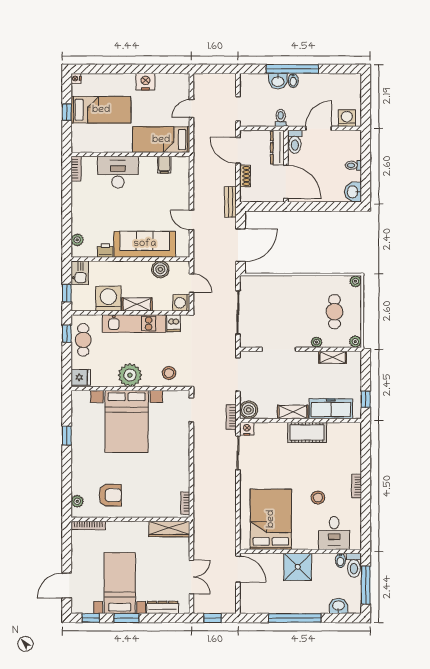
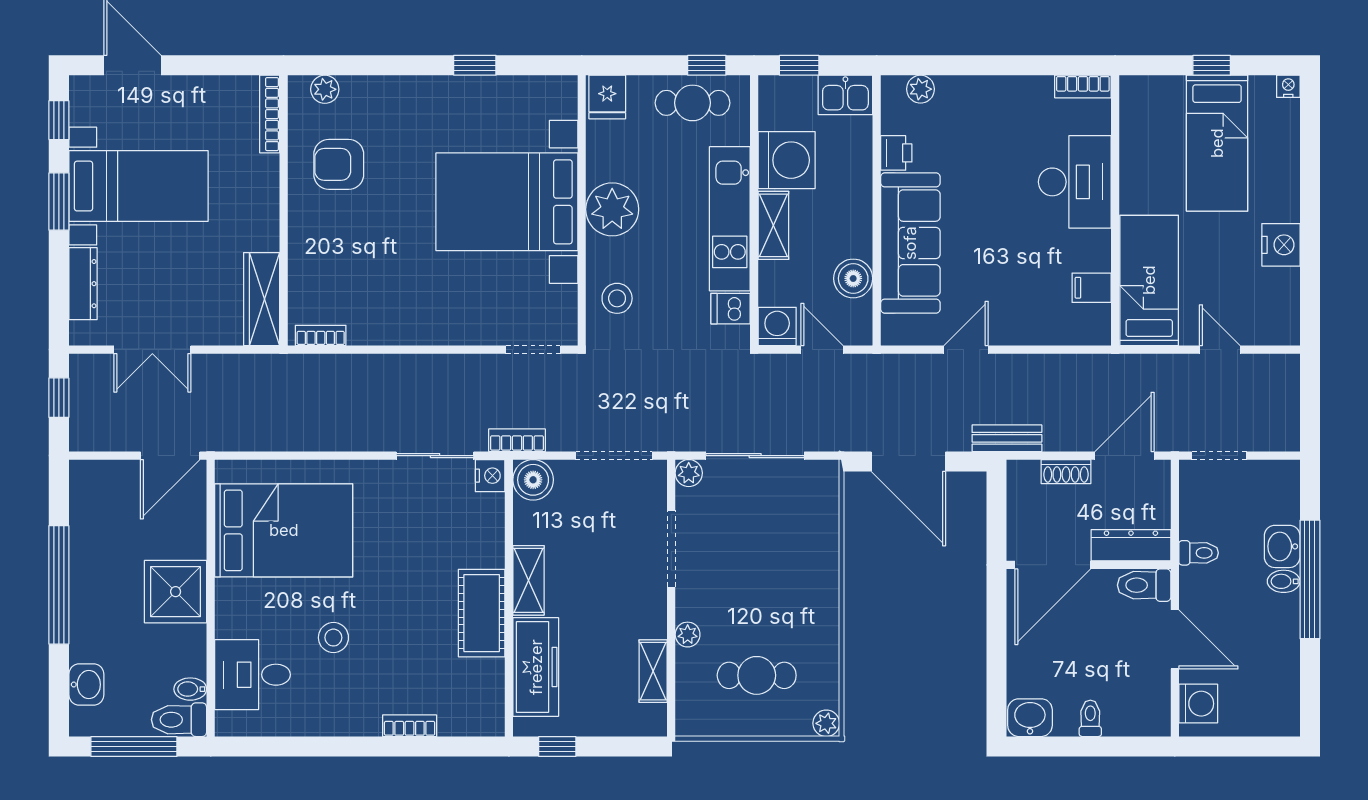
door: (191, 283) -> (822, 350), swing flipped
plant: (355, 342) -> (689, 473), moved
bookcase: (357, 486) -> (410, 726), moved
armchair: (110, 495) -> (339, 164), turned 90

